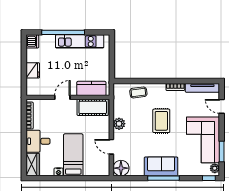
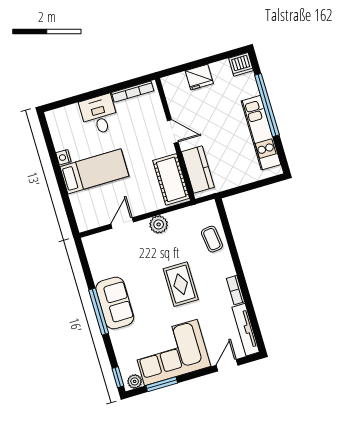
rug: (161, 121) -> (181, 284), turned 90
wardrobe: (33, 164) -> (63, 117), removed
floor lamp: (121, 168) -> (95, 246), removed

